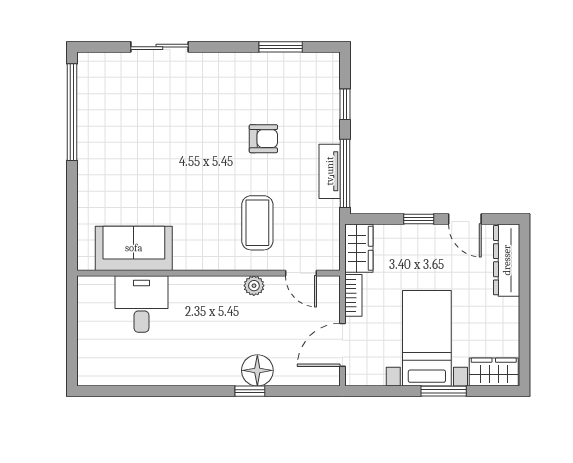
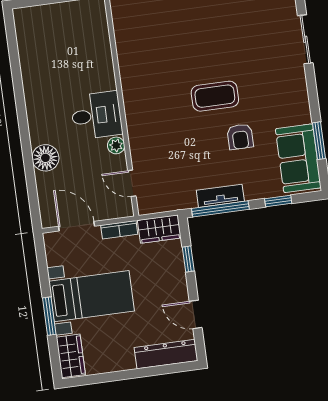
window: (419, 219) -> (188, 259), moved
door: (465, 219) -> (196, 314), hinge flipped
coffee table: (257, 223) -> (215, 96), moved
sofa: (134, 248) -> (298, 158), moved, turned 180
door: (301, 273) -> (132, 183), hinge flipped
desk: (141, 304) -> (96, 115), moved
window: (250, 391) -> (27, 154), removed

